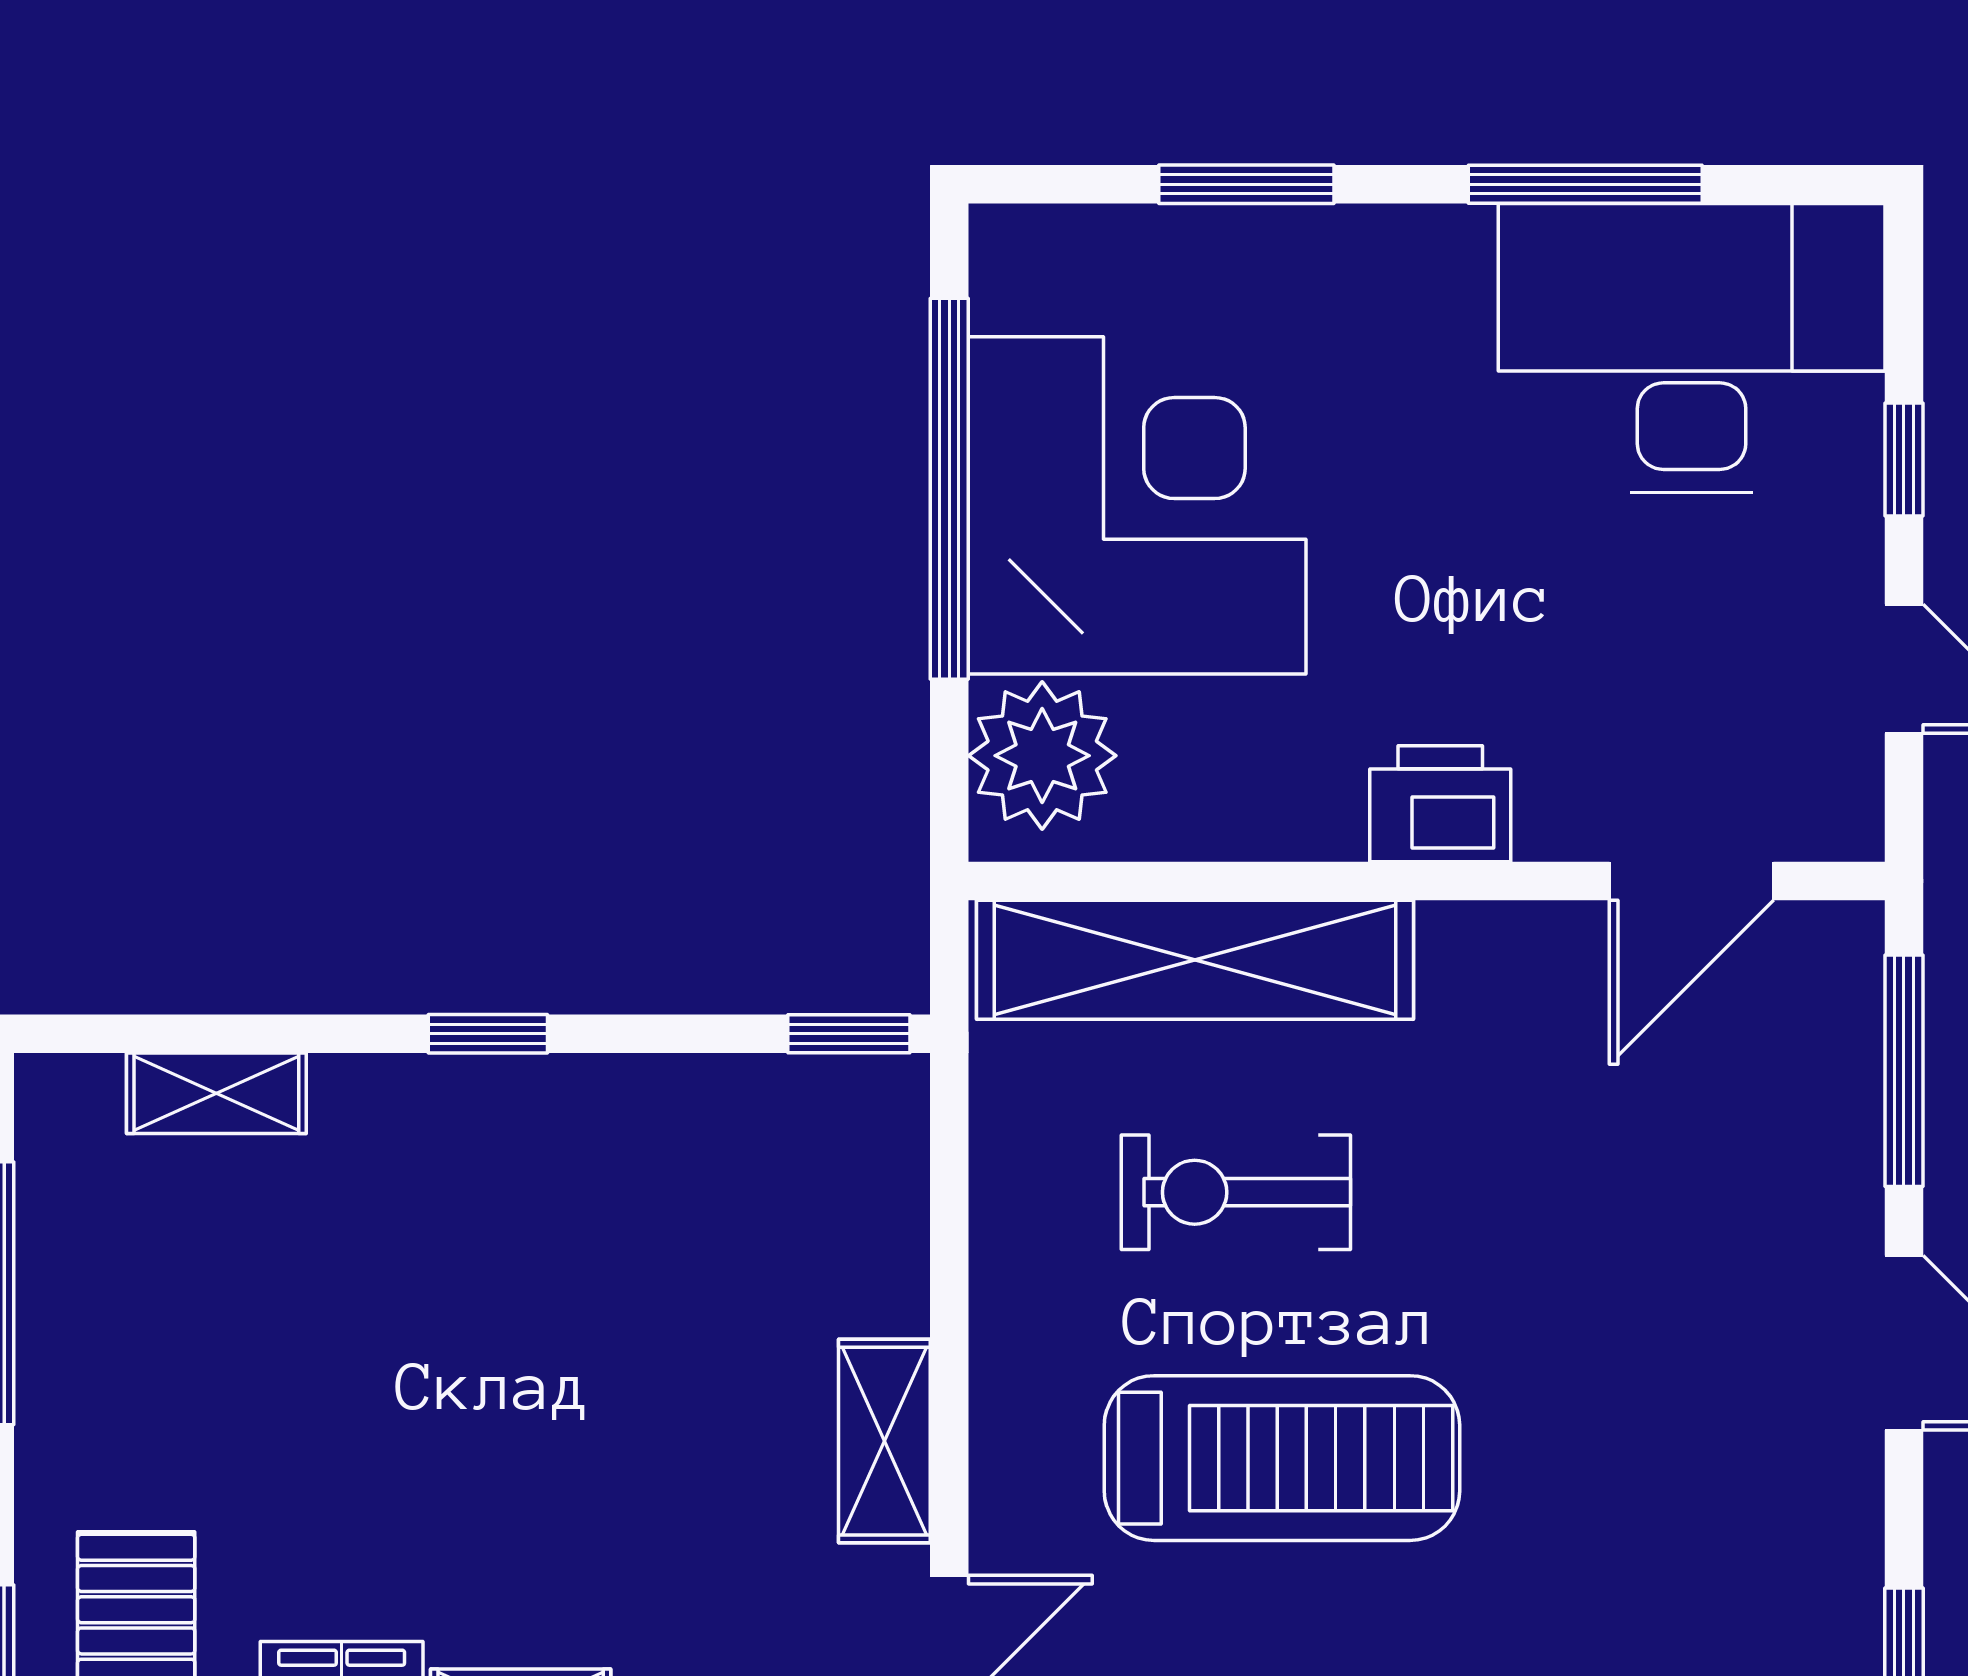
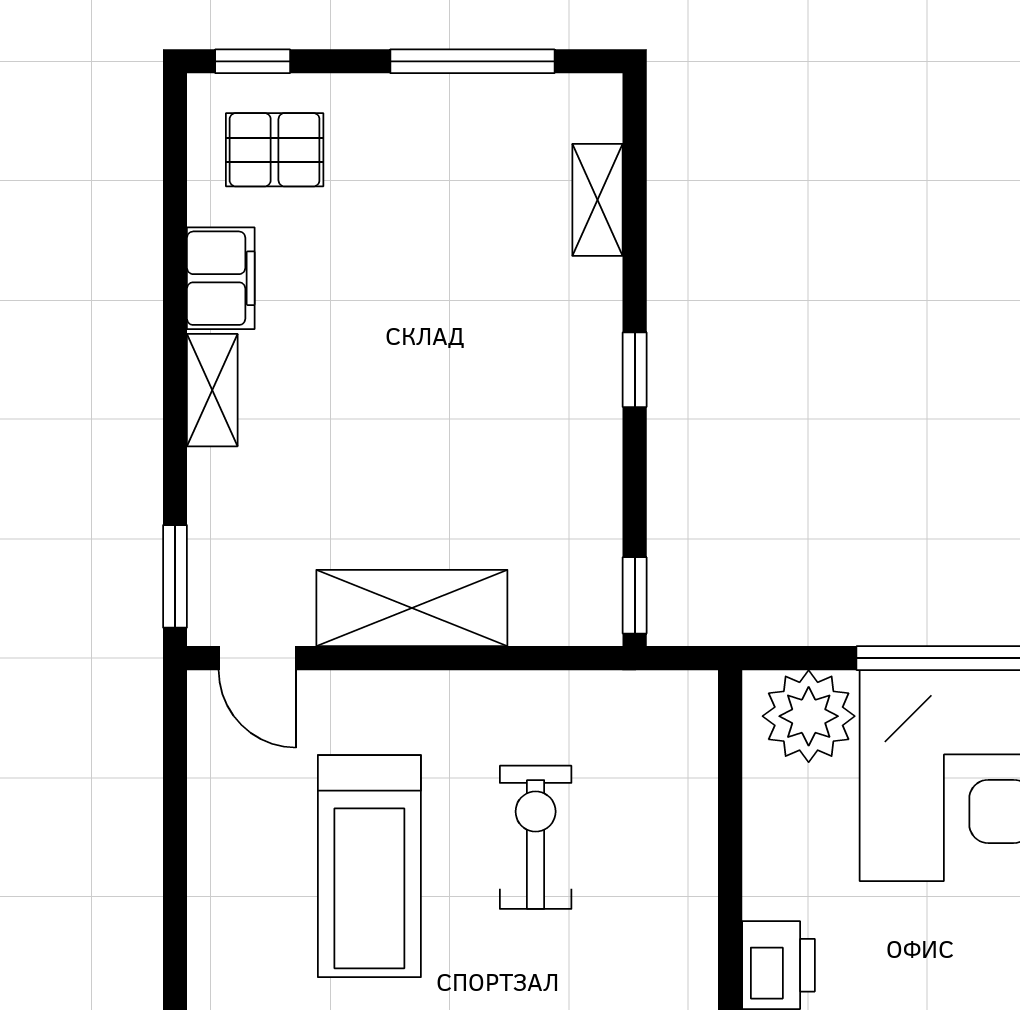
shelving: (1195, 960) -> (681, 812), removed
shelving: (884, 1441) -> (412, 608), width x1.50, depth x1.33

